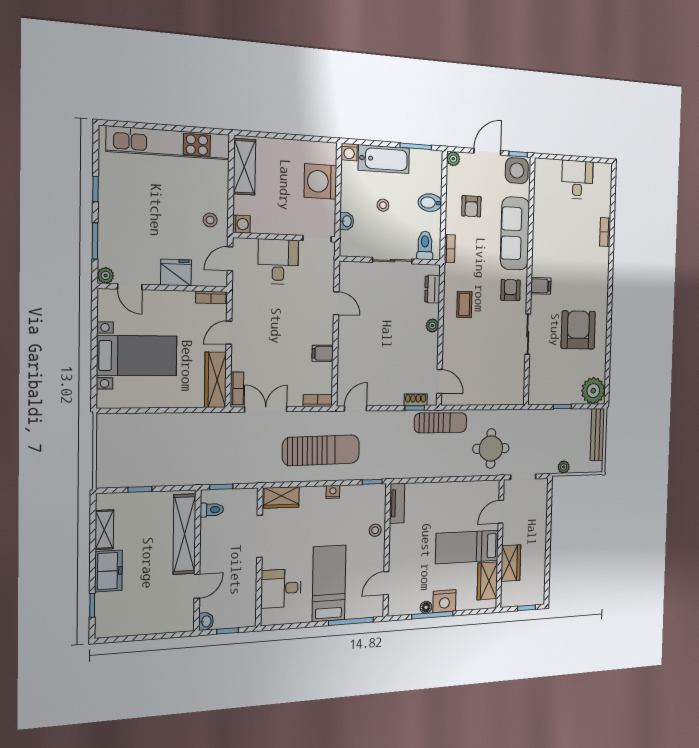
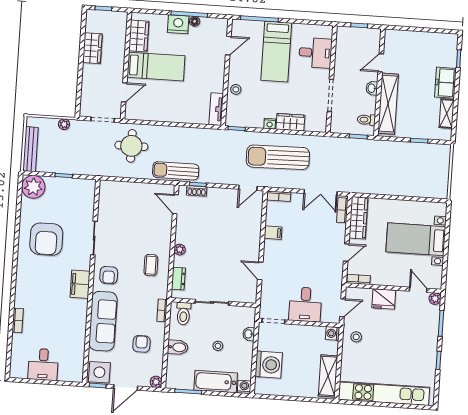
filing cabinet: (541, 286) -> (80, 284), width x2.00
wardrobe: (282, 497) -> (290, 122), moved
wardrobe: (511, 563) -> (92, 48), moved, turned 180
washbasin: (206, 621) -> (372, 88), moved

